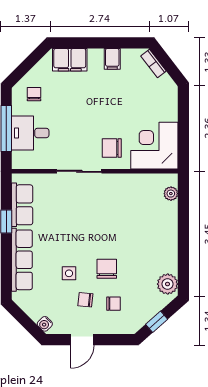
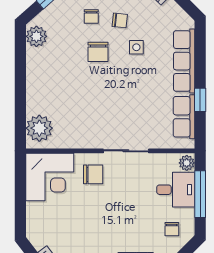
plant: (19, 159) -> (187, 163), added
plant: (171, 194) -> (39, 128), width x1.87, depth x1.87
chair: (113, 304) -> (91, 16), turned -90

